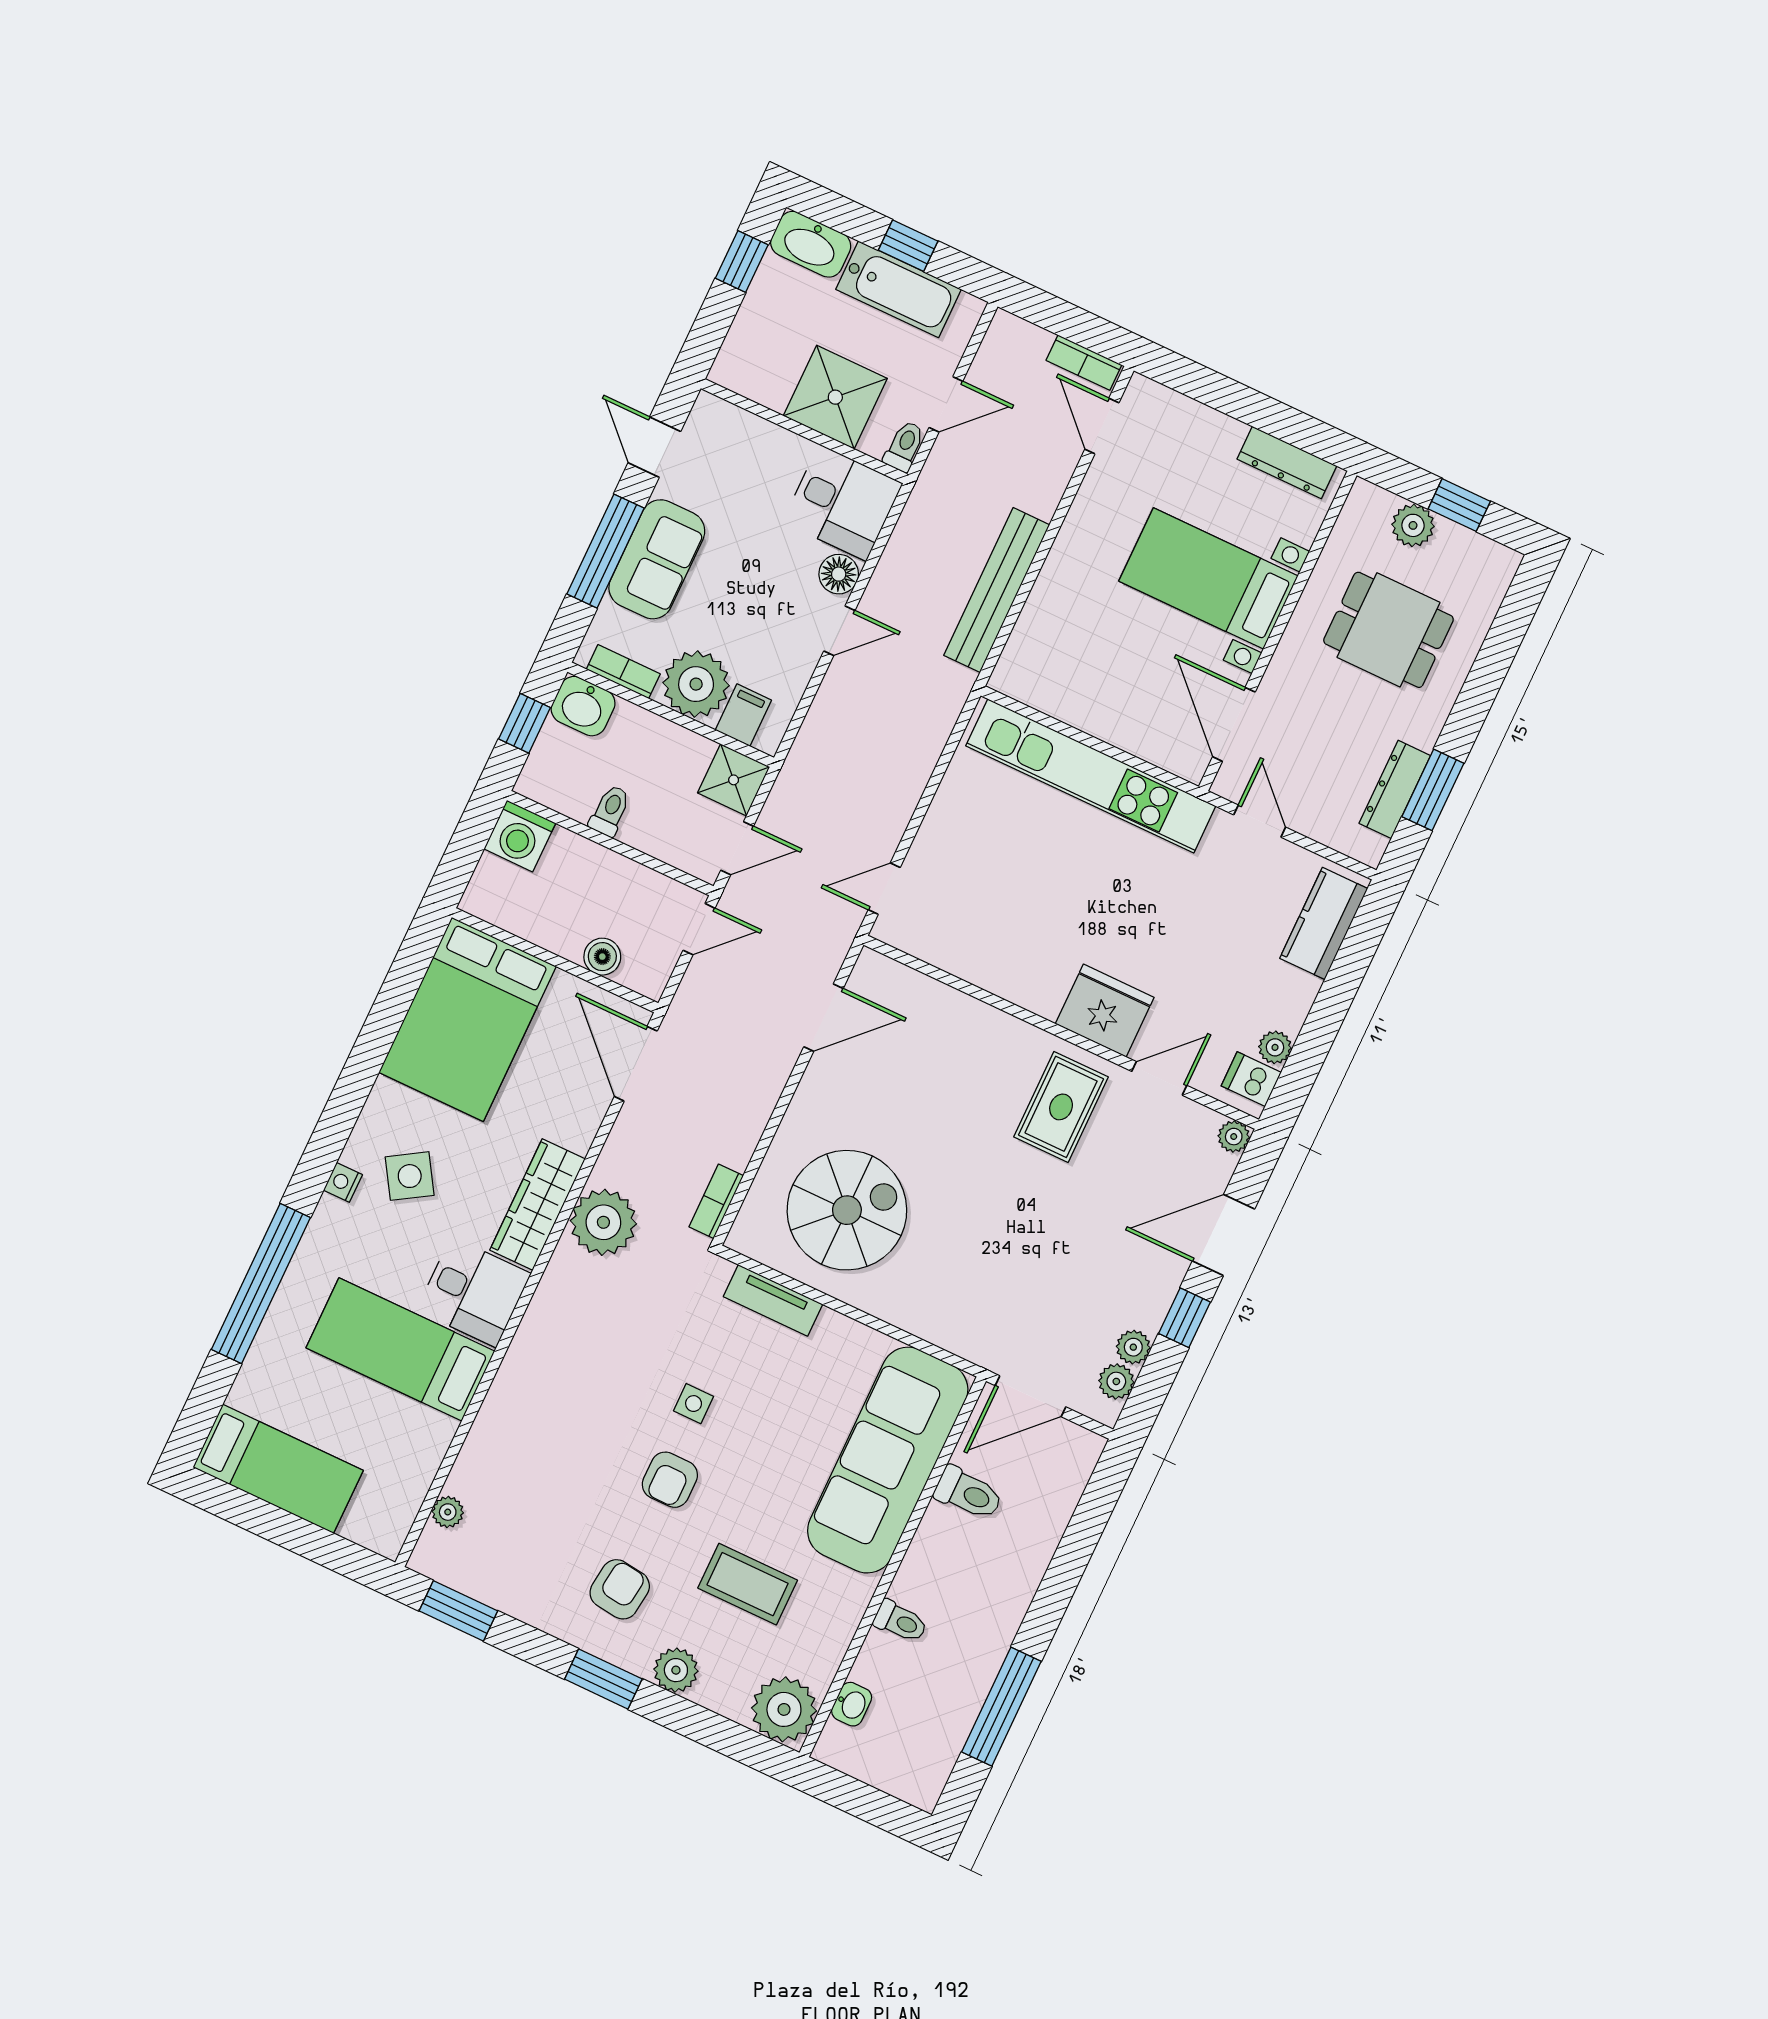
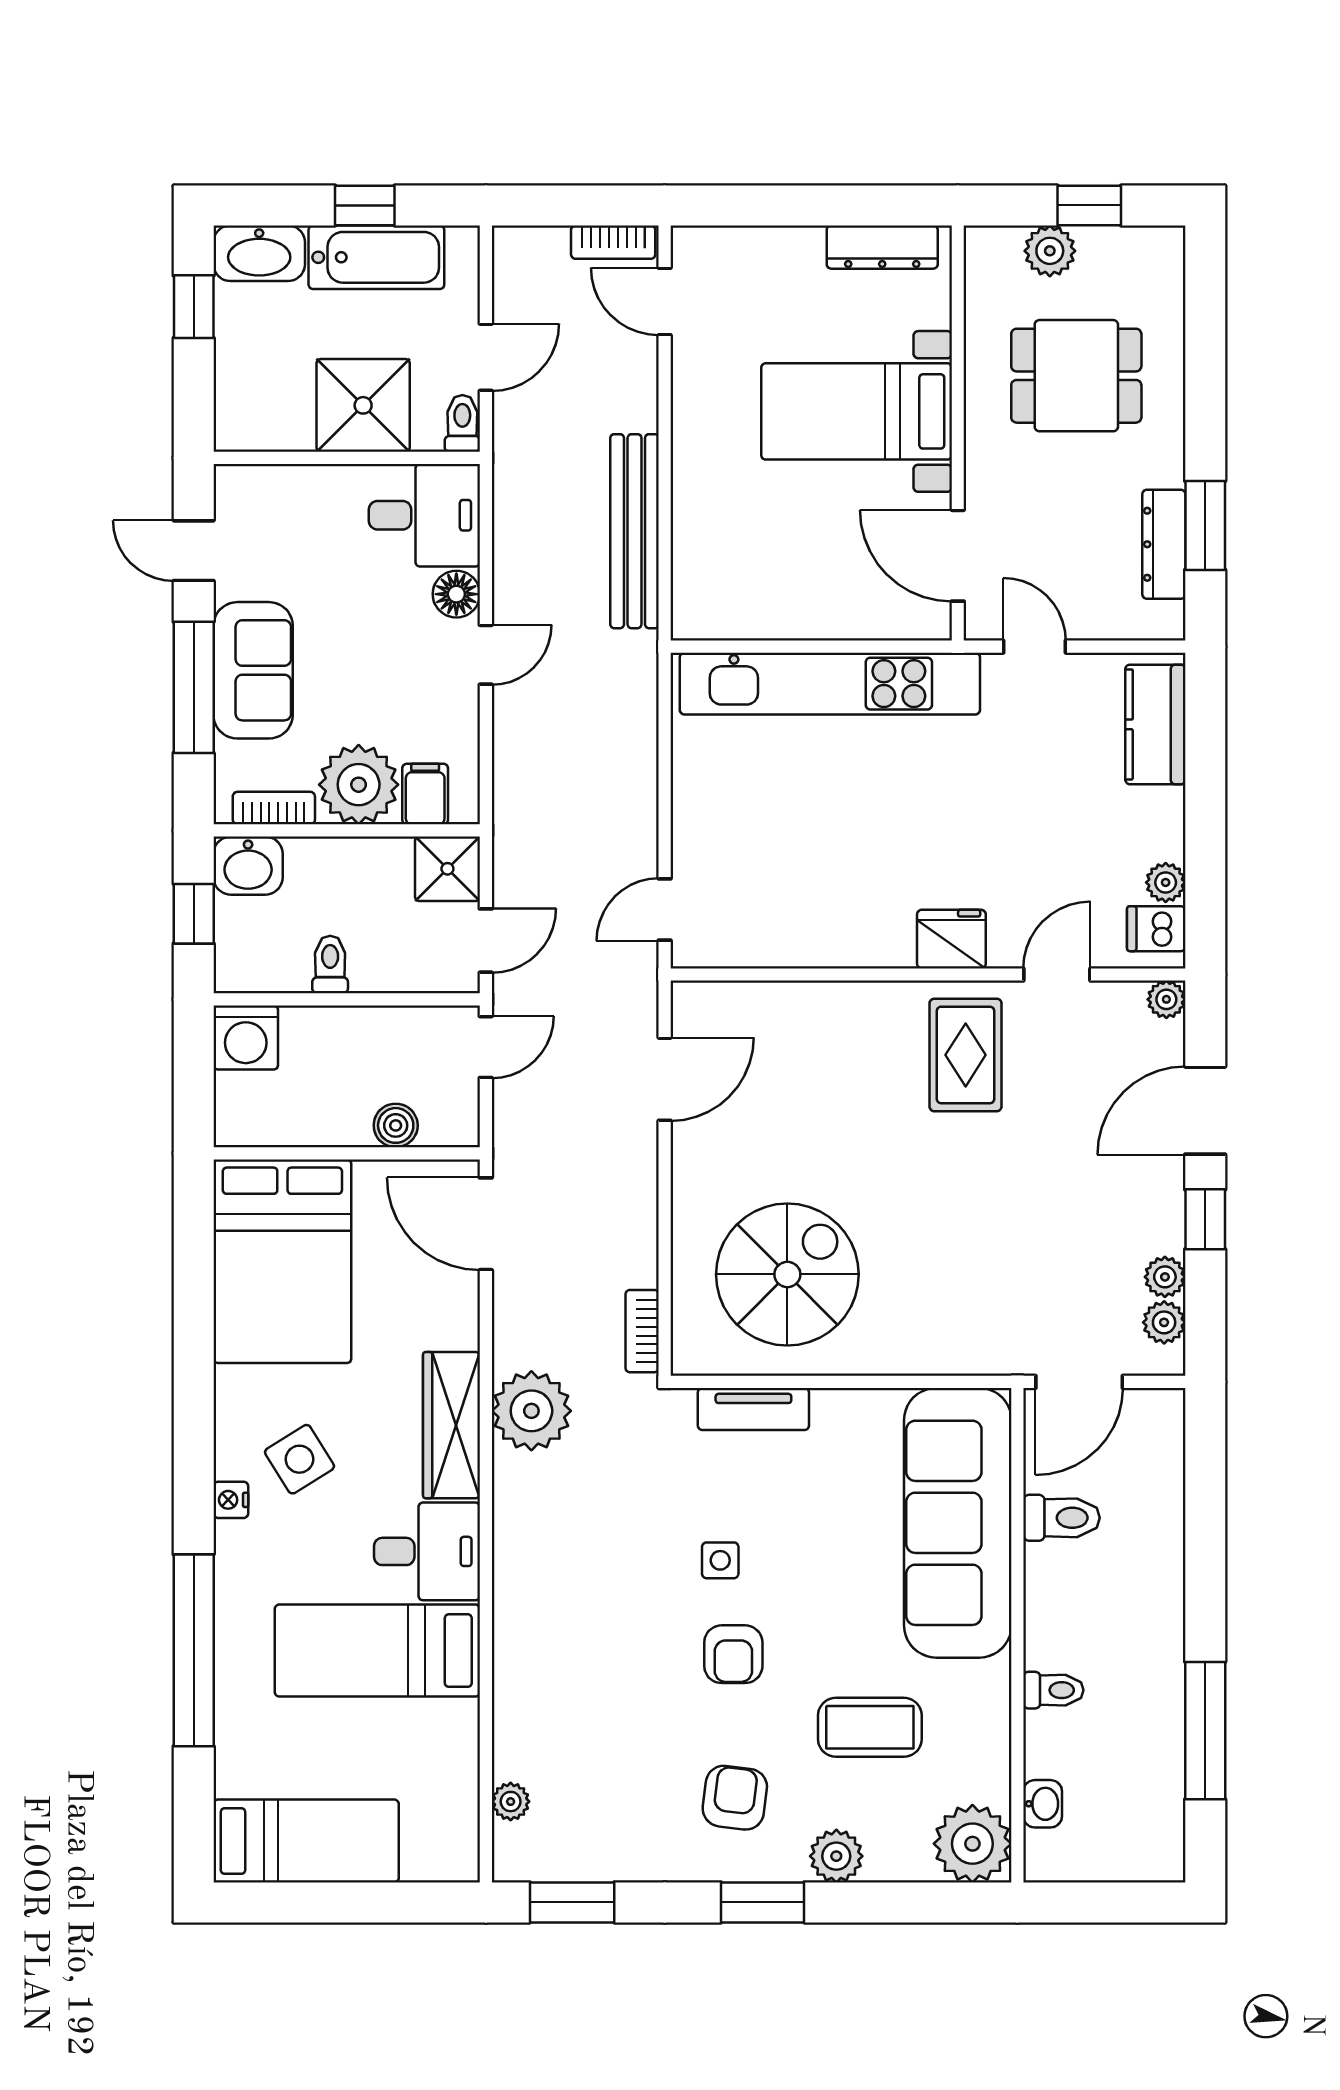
fridge: (1105, 1011) -> (951, 939), width x0.73, depth x0.75

